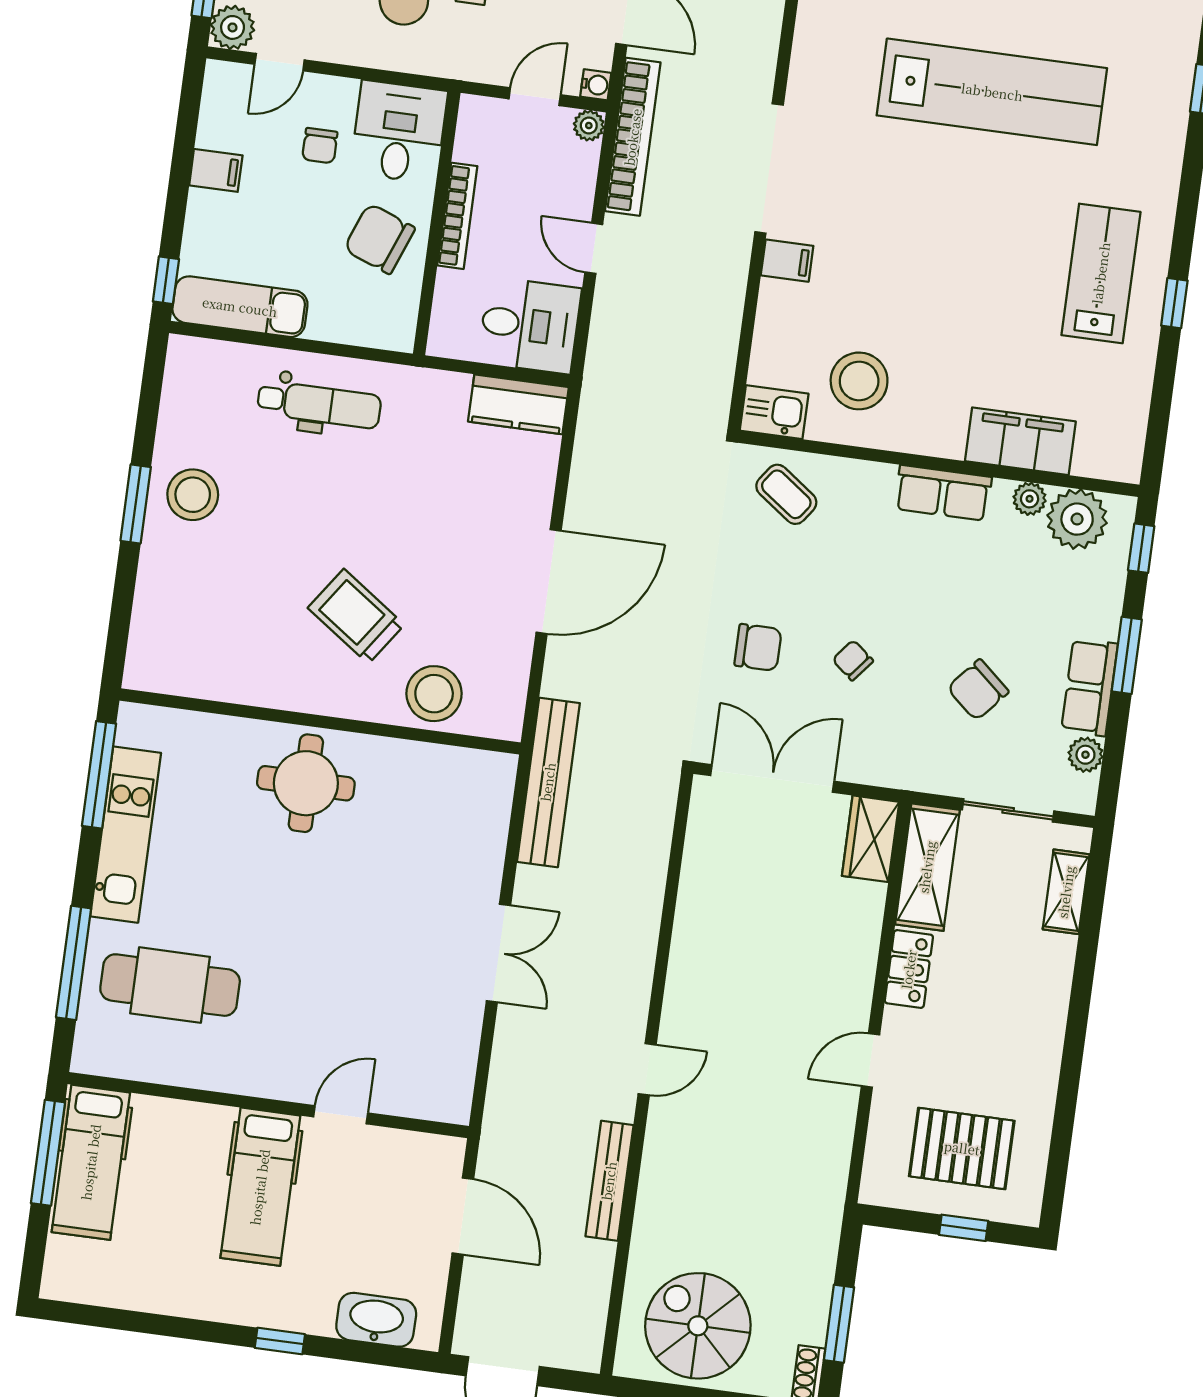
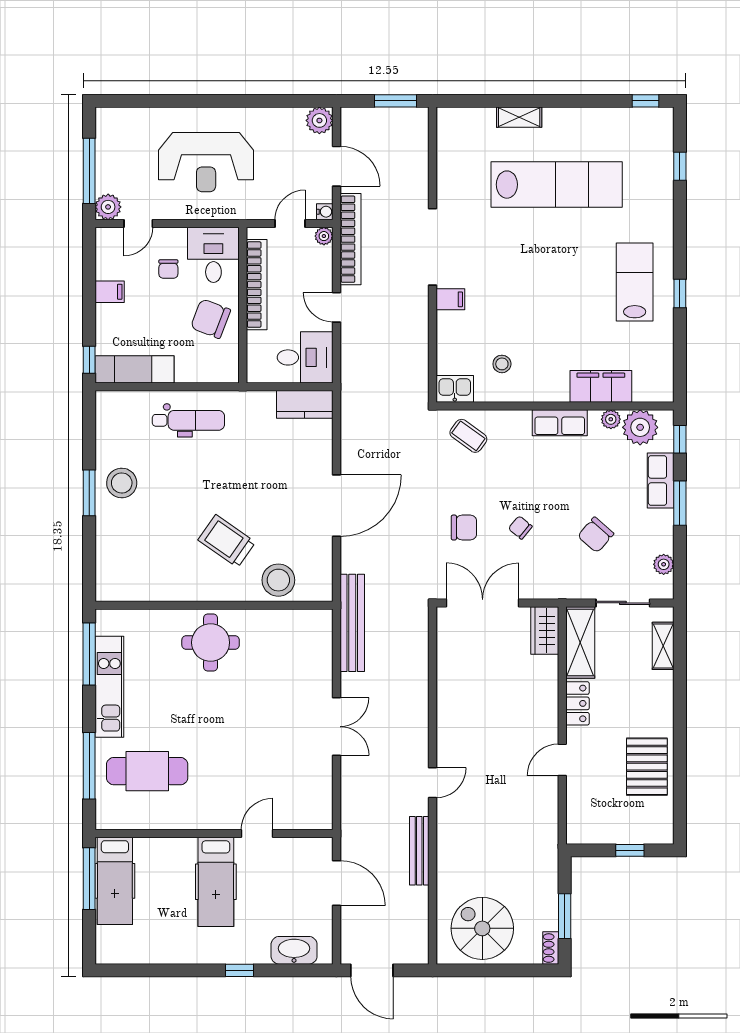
bookcase: (457, 216) -> (257, 285), width x1.48, depth x1.31
stool: (859, 381) -> (502, 364), width x0.53, depth x0.53
row of seats: (1089, 687) -> (661, 481), moved
pallet: (962, 1148) -> (647, 767), moved, turned 90

